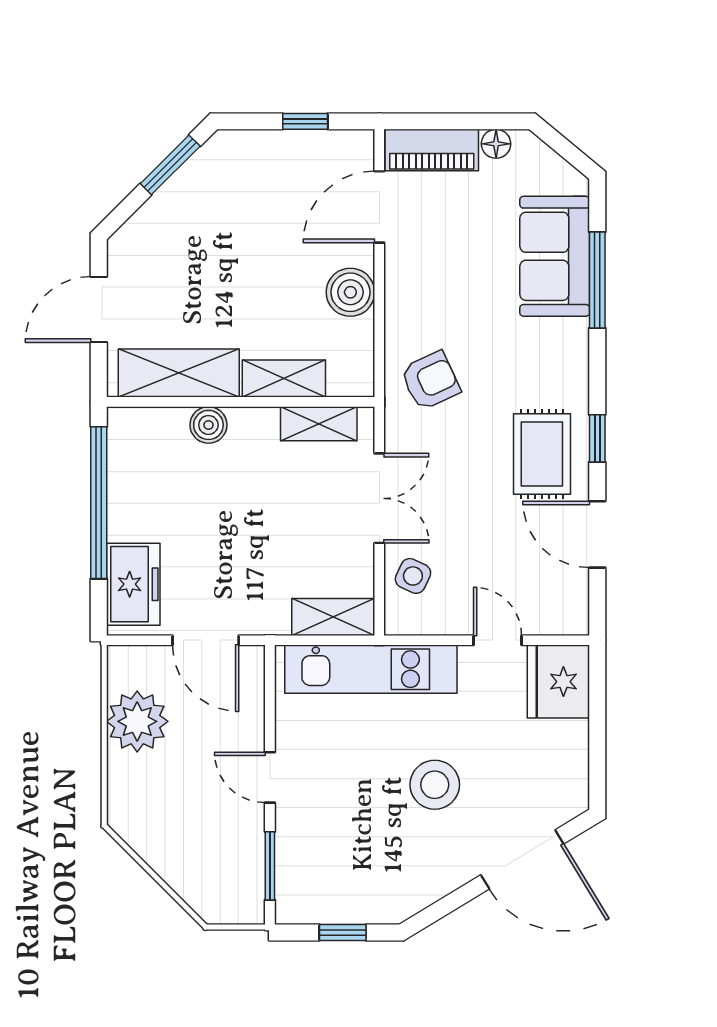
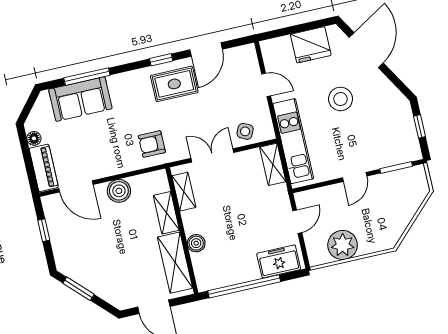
armchair: (430, 381) -> (152, 144), turned -65
door: (206, 640) -> (297, 222), width x0.73
door: (498, 640) -> (266, 85), swing flipped
fridge: (558, 682) -> (311, 45), moved

